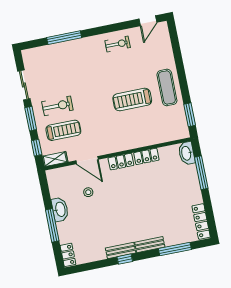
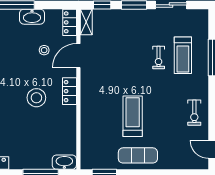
exercise bike: (57, 106) -> (159, 58), moved, width x0.73, depth x0.72
treadmill: (63, 130) -> (183, 55), moved
locker: (146, 156) -> (70, 22), moved
stool: (133, 190) -> (36, 98), added

